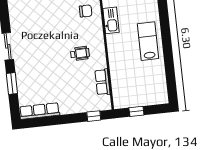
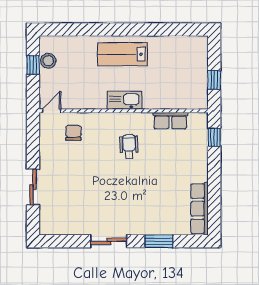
kitchen sink: (111, 20) -> (124, 100), moved

